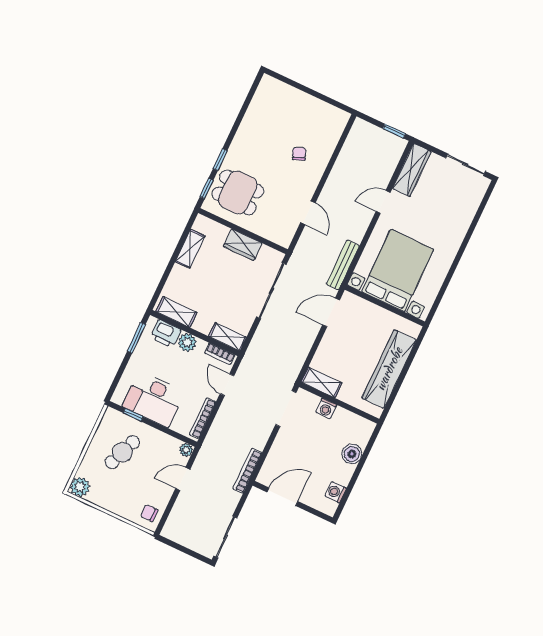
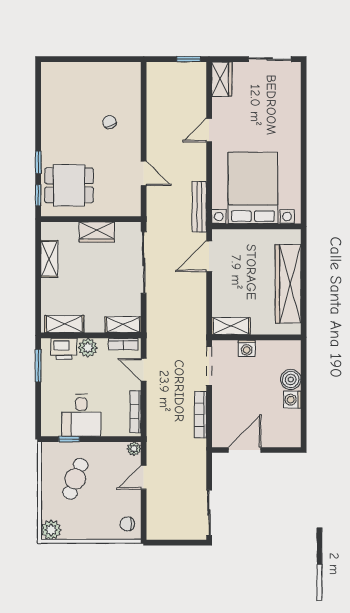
wardrobe: (412, 170) -> (222, 79), width x0.67
desk: (154, 399) -> (81, 415), width x0.73
bookcase: (247, 471) -> (200, 415), moved
washing machine: (336, 492) -> (292, 400), moved

